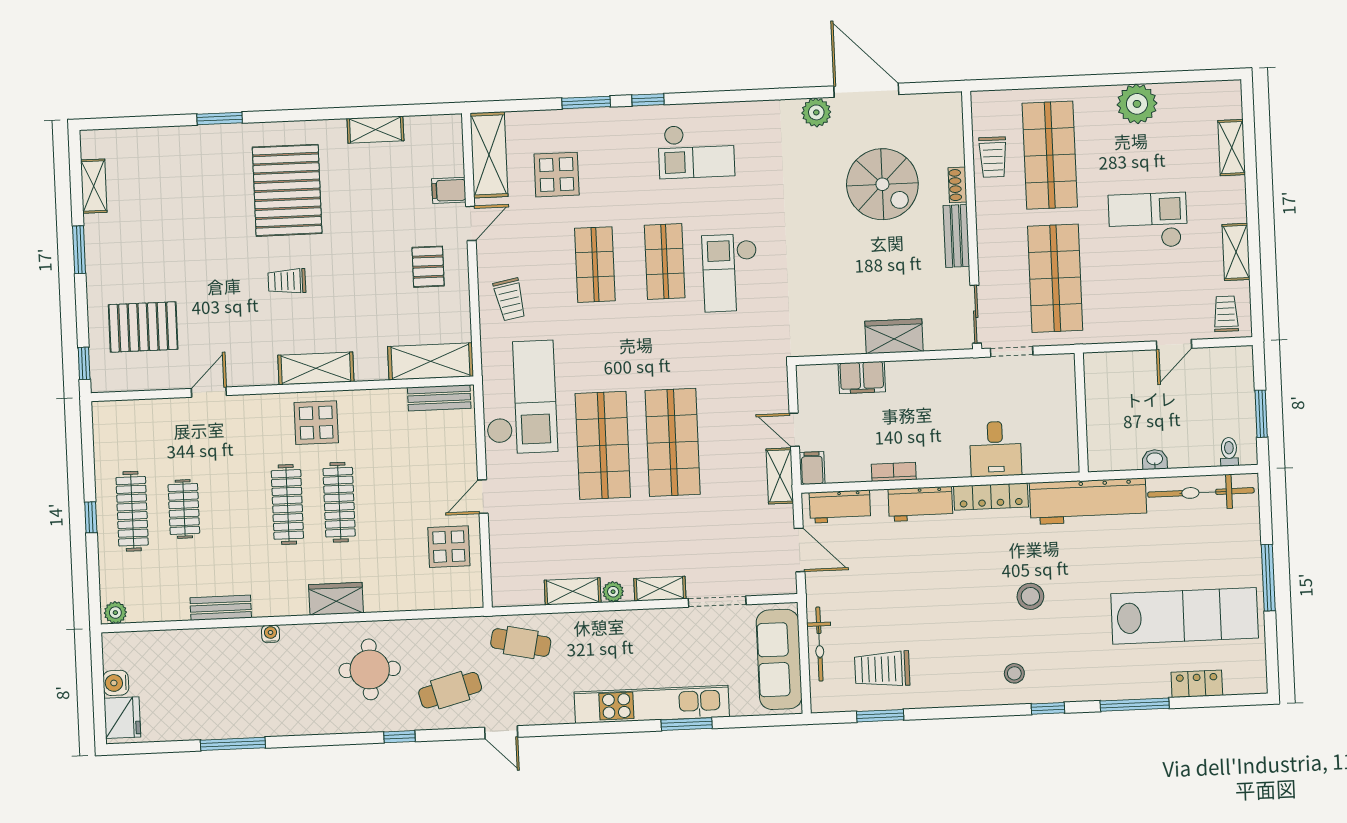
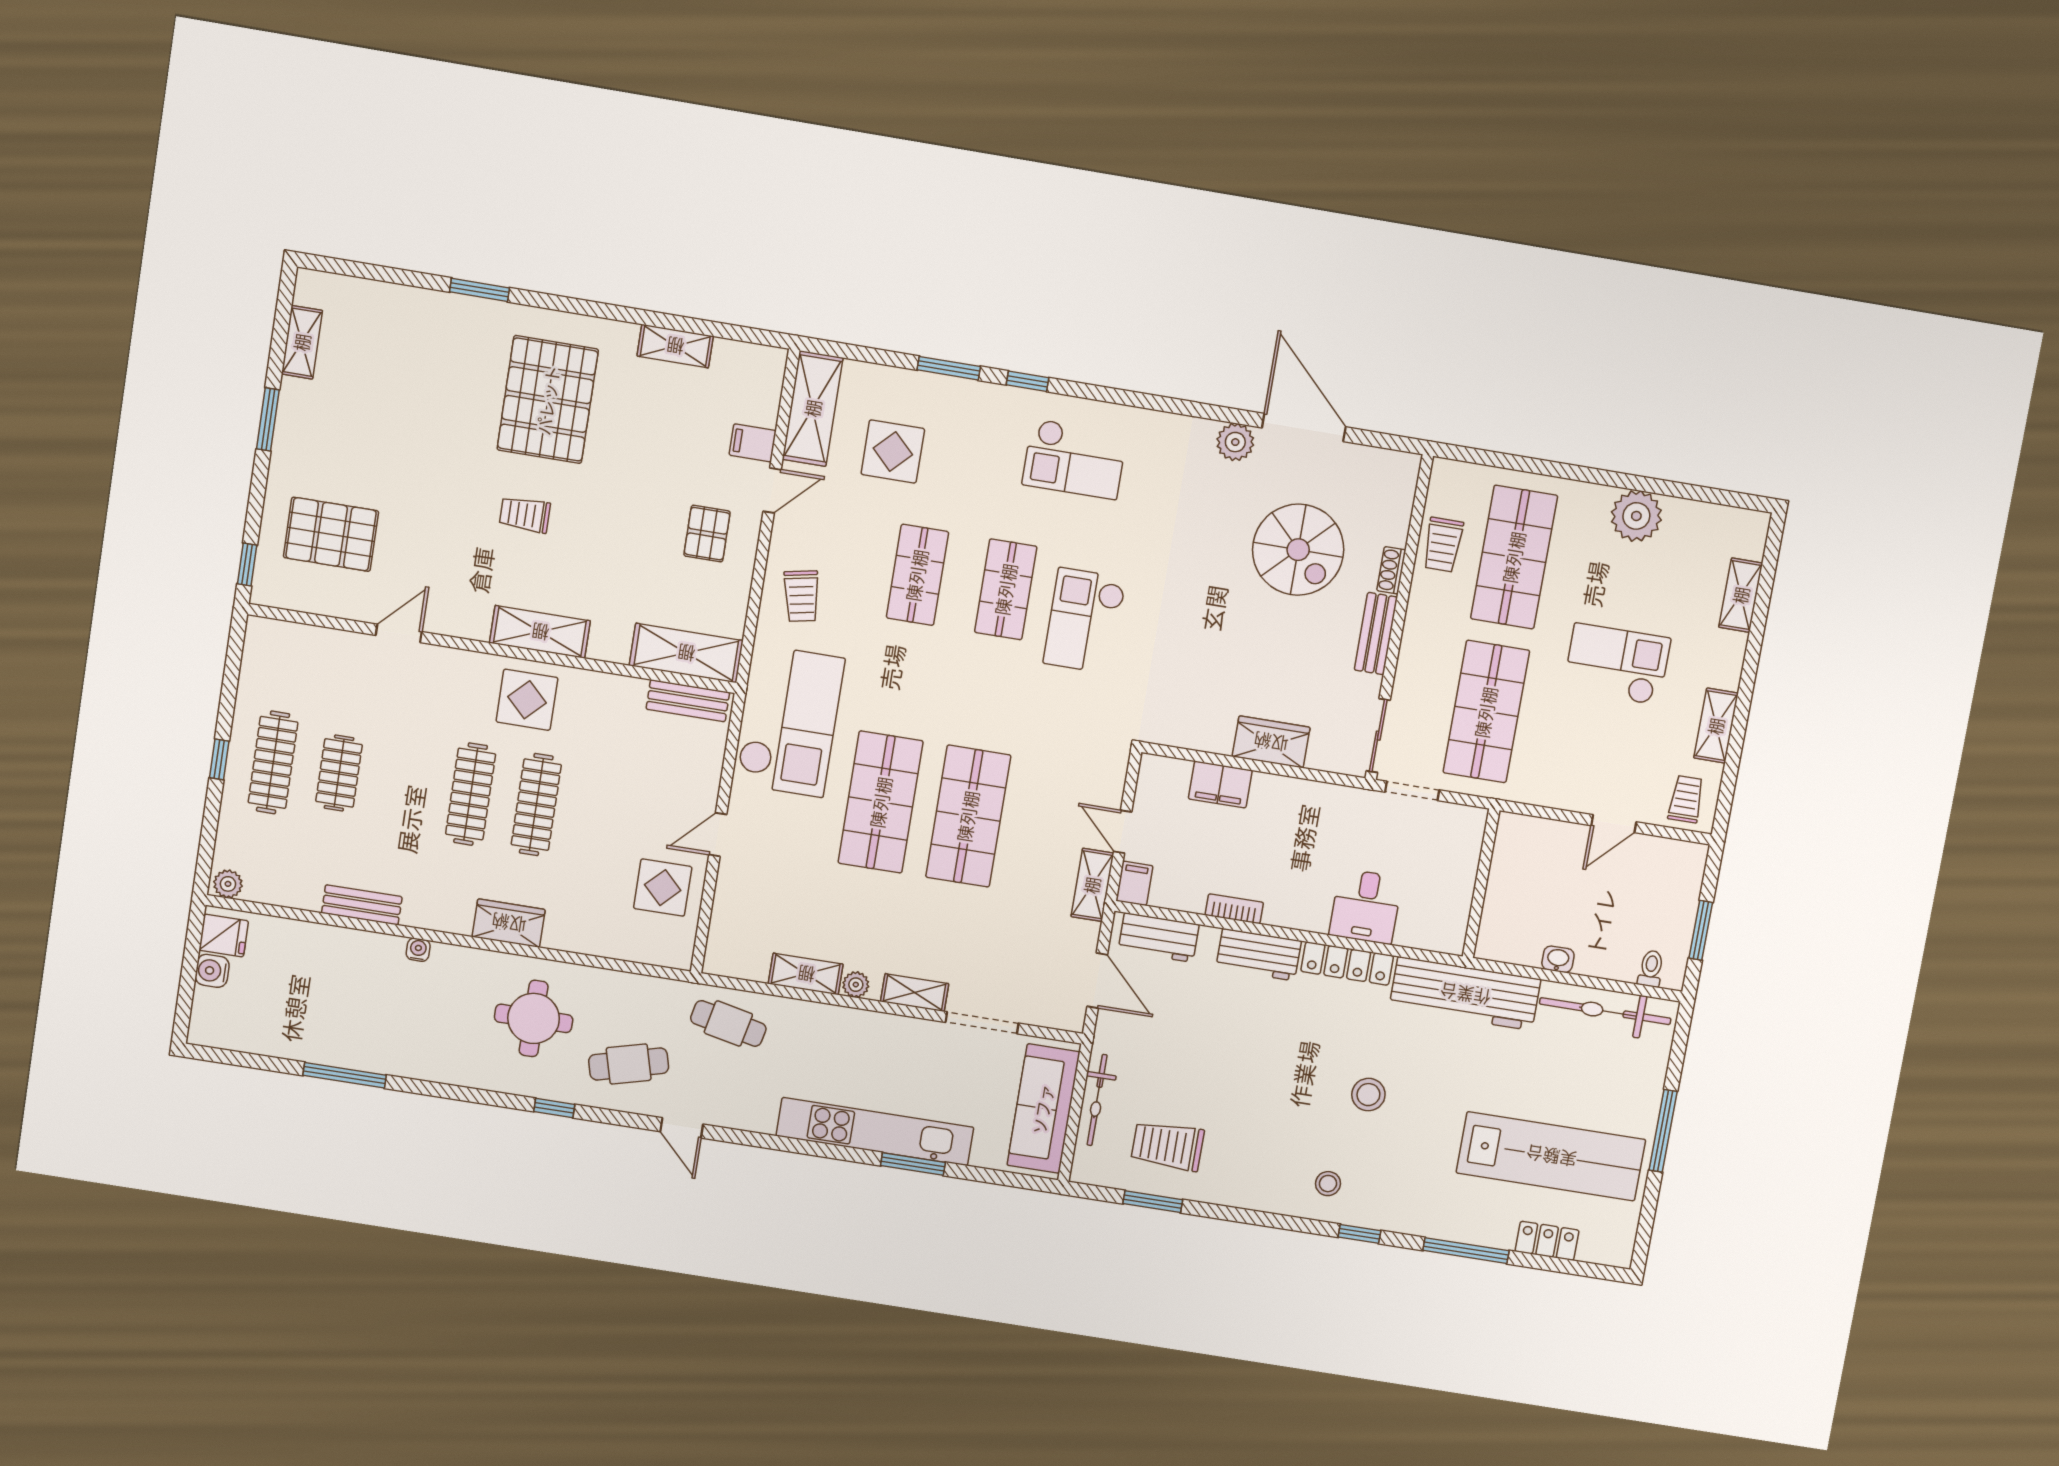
fridge: (122, 718) -> (224, 935), moved, width x0.72

